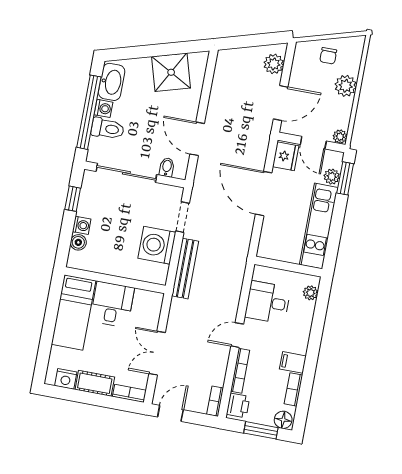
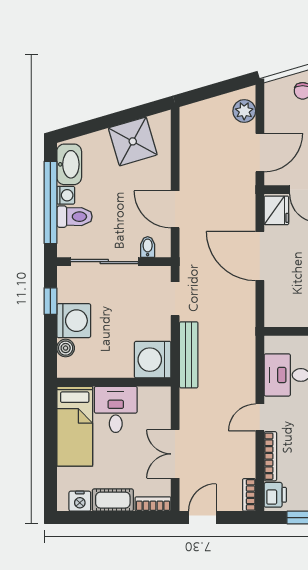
washing machine: (82, 225) -> (74, 321), width x1.89, depth x1.89
washing machine: (157, 245) -> (153, 360), moved

